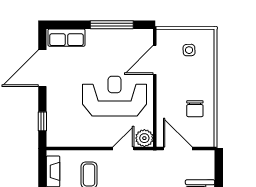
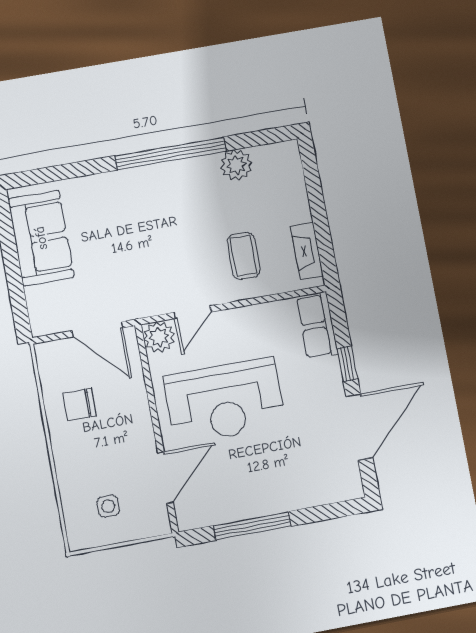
row of seats: (67, 38) -> (317, 326), moved, turned -90
chair: (195, 109) -> (80, 404), turned -90
window: (42, 121) -> (347, 364), moved

